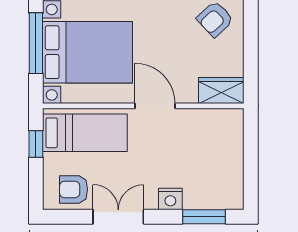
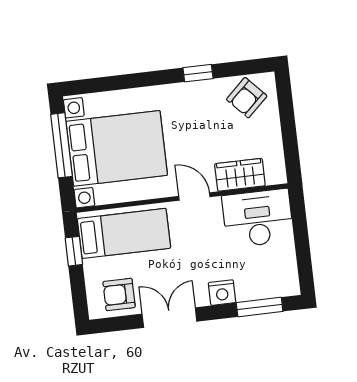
wardrobe: (221, 91) -> (240, 175), moved
door: (155, 106) -> (194, 197), width x0.73
desk: (212, 133) -> (258, 218), added

